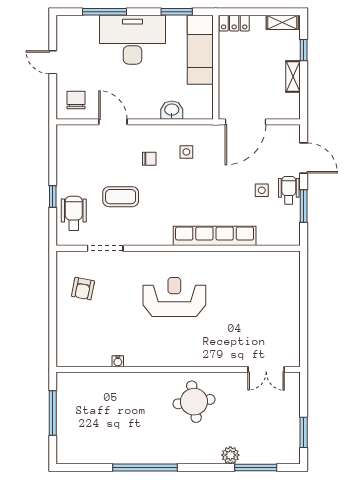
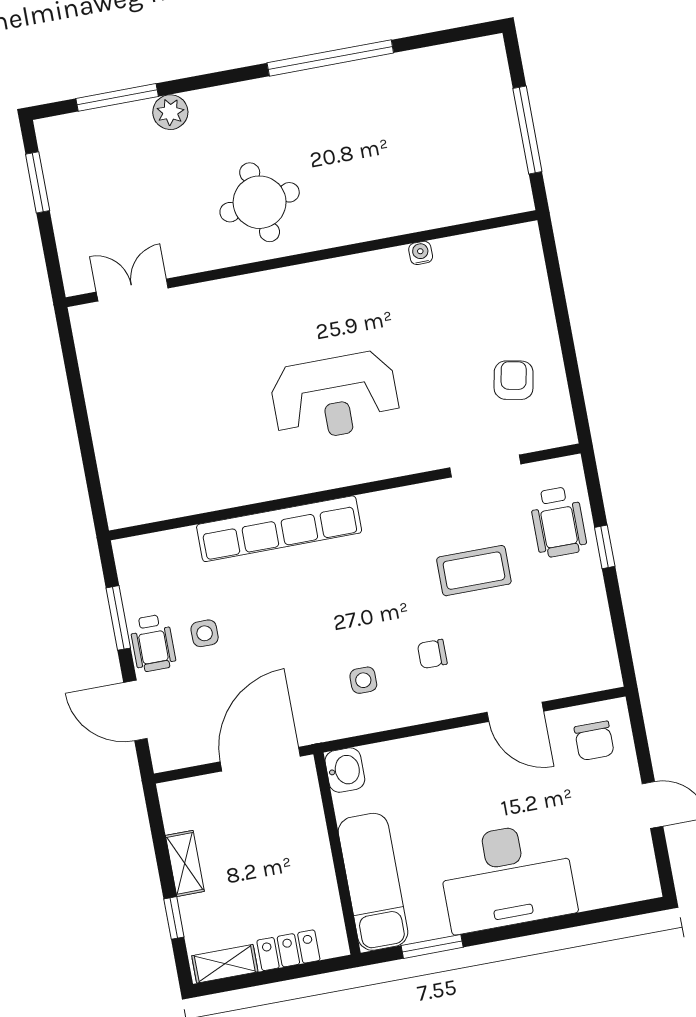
window: (105, 12) -> (571, 921), removed
locker: (234, 23) -> (288, 950), moved
washbasin: (172, 110) -> (345, 770), moved, turned -90

